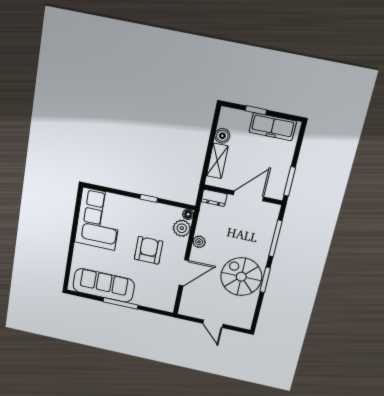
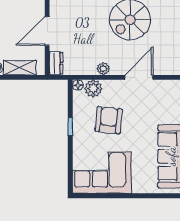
door: (249, 196) -> (47, 31), hinge flipped
armchair: (149, 250) -> (109, 120), moved, turned 96
door: (184, 273) -> (139, 77), hinge flipped

